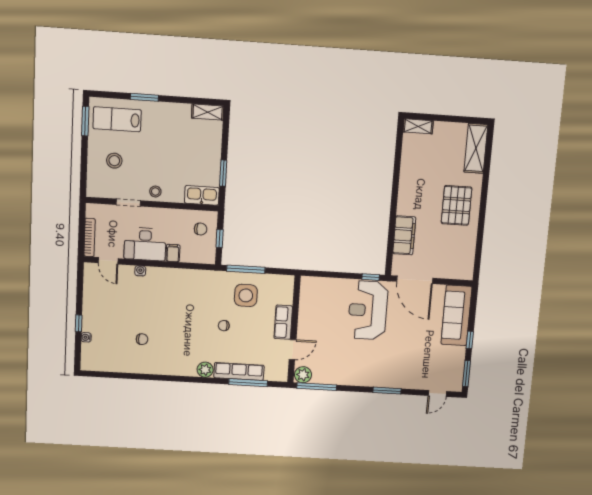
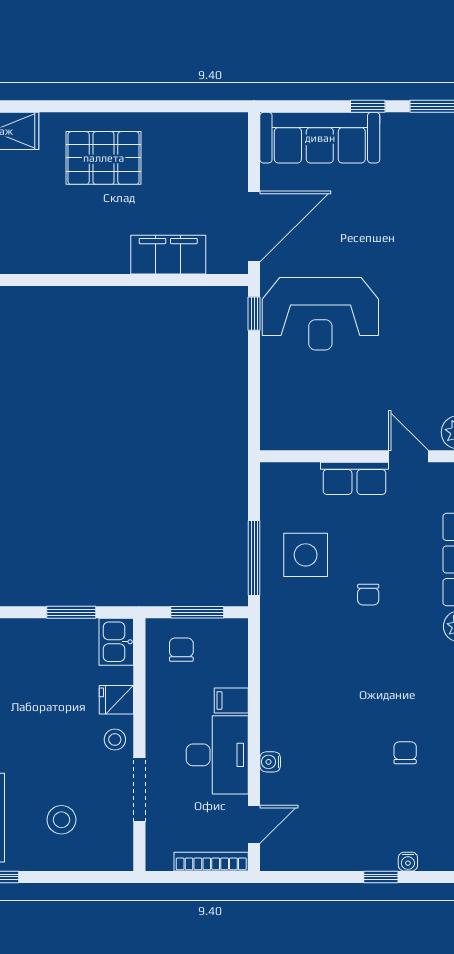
fridge: (176, 194) -> (116, 700), added
kitchen sink: (202, 195) -> (116, 642), width x0.73
doorway: (128, 203) -> (139, 790), width x1.38
window: (220, 238) -> (197, 612), width x1.50

